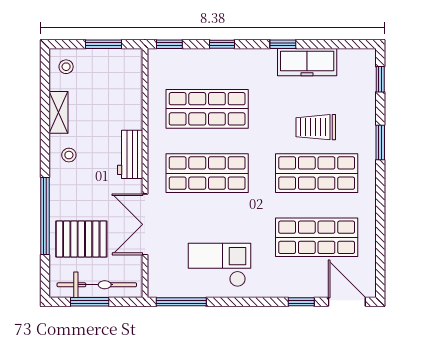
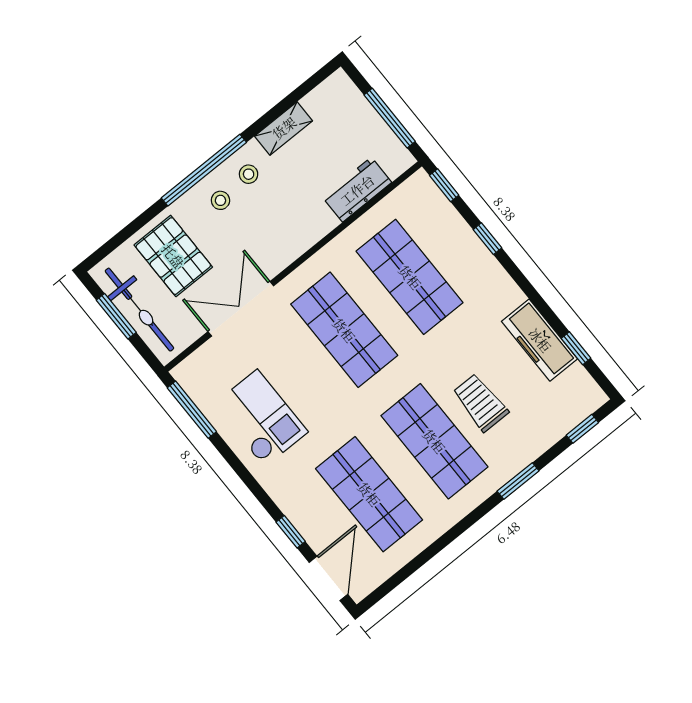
window: (103, 44) -> (390, 118), width x1.44
window: (283, 44) -> (576, 348), moved
stool: (66, 67) -> (220, 200), moved
workbench: (130, 154) -> (357, 190), moved
window: (45, 216) -> (204, 170), moved

